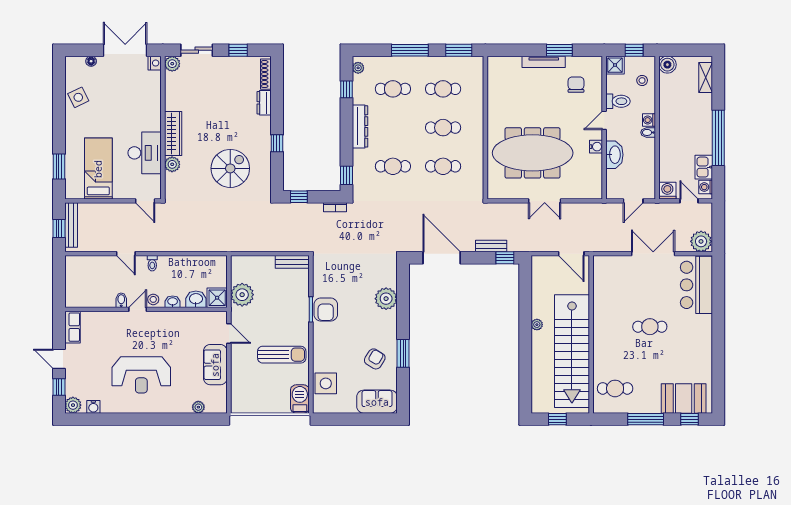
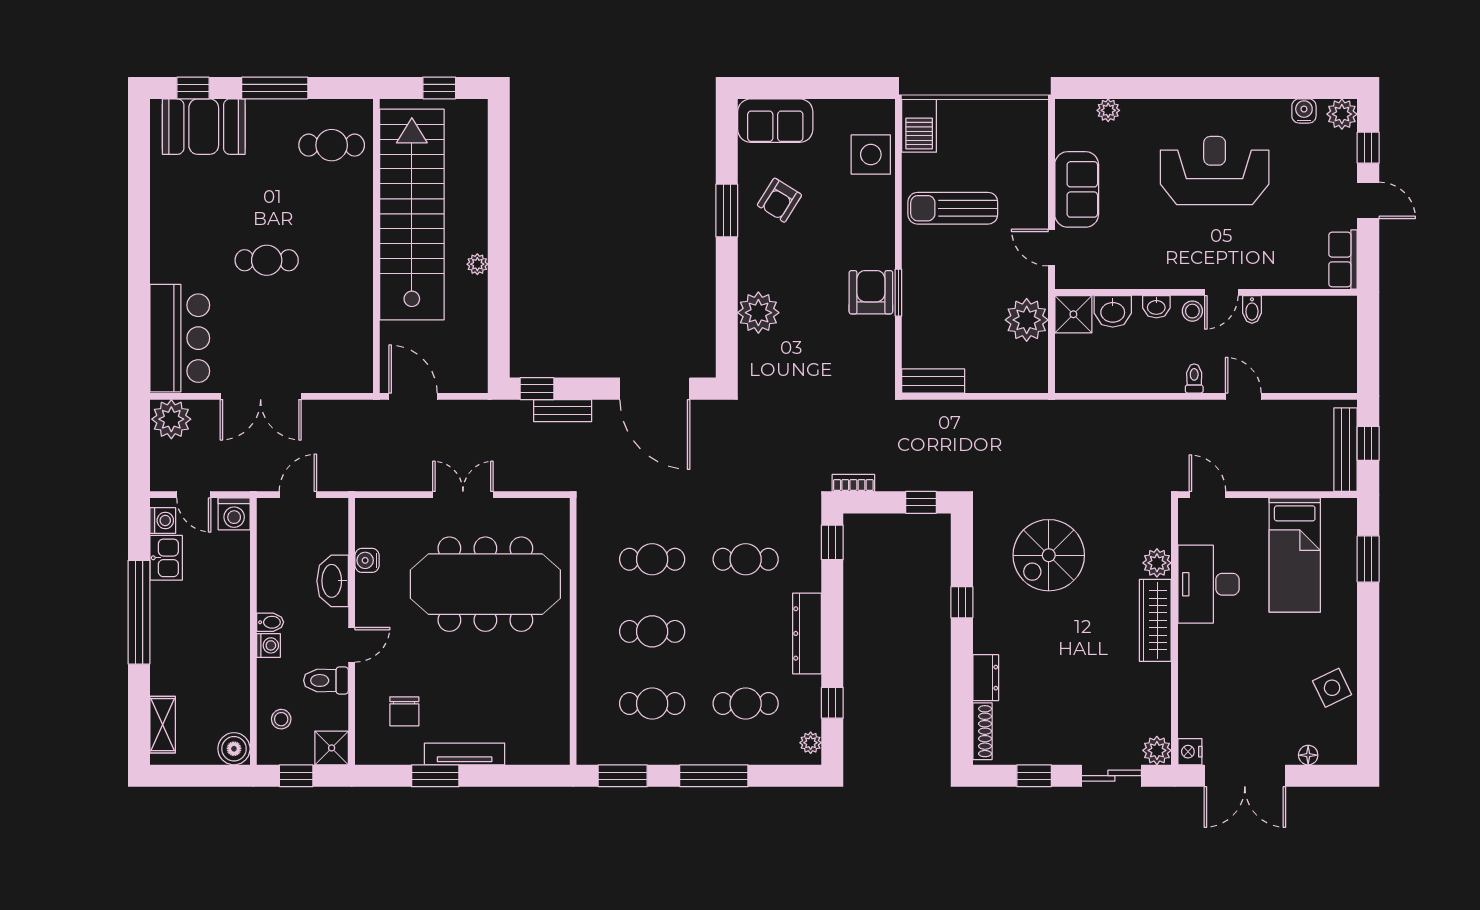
water cooler: (596, 147) -> (367, 560), moved

